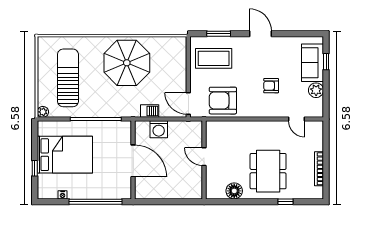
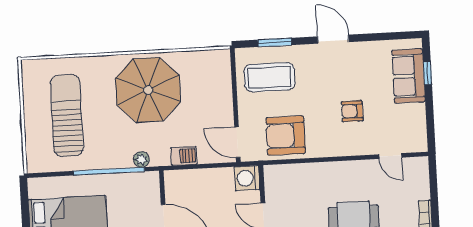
plant: (316, 90) -> (416, 114), removed
plant: (43, 112) -> (141, 159), moved
washing machine: (159, 129) -> (247, 178), moved, turned 90

